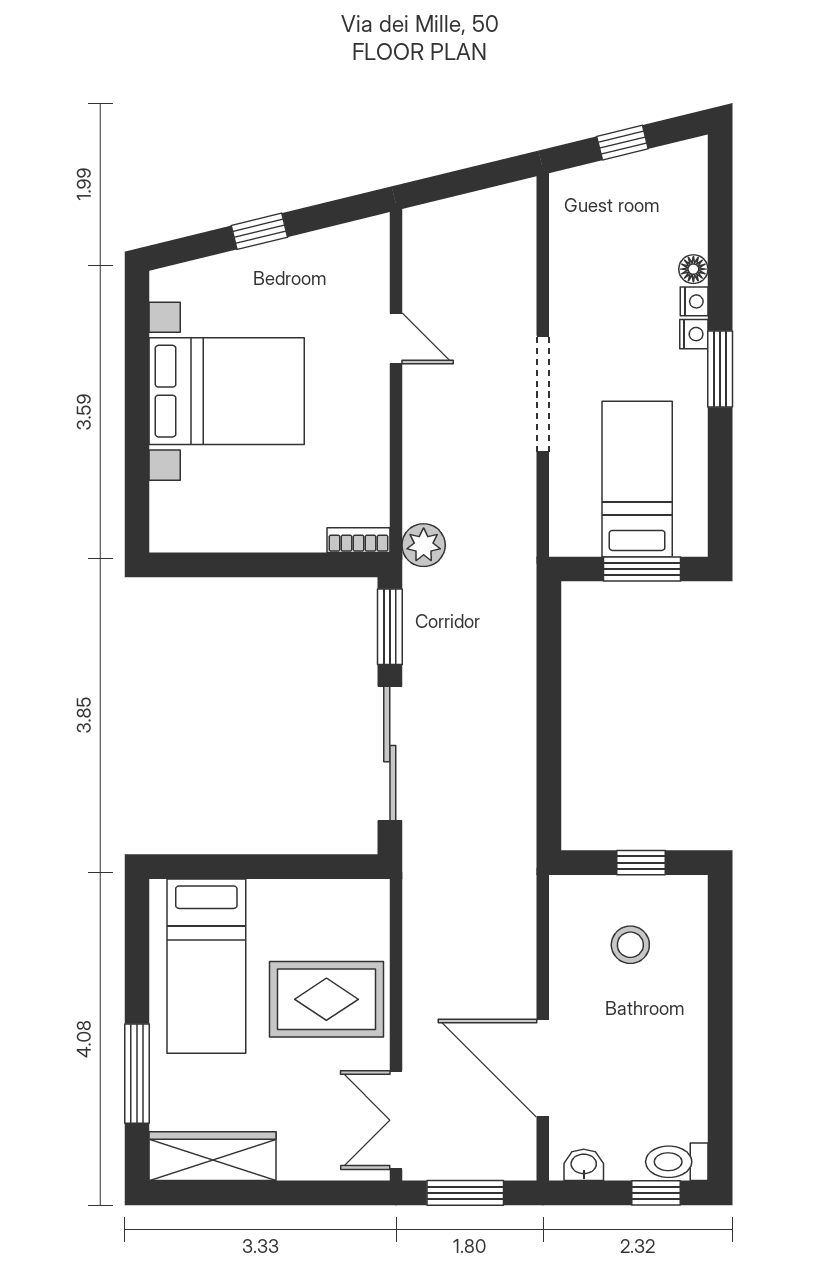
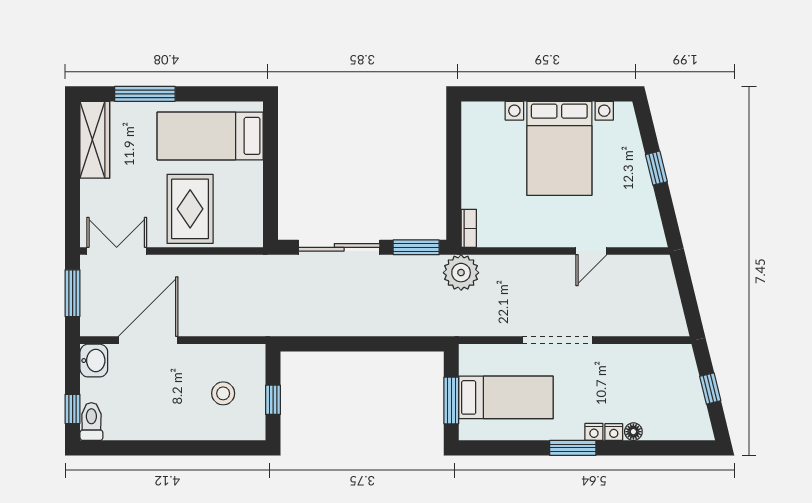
plant: (424, 545) -> (461, 273), width x1.36, depth x1.36
washbasin: (584, 1165) -> (94, 361), width x1.38, depth x1.45

